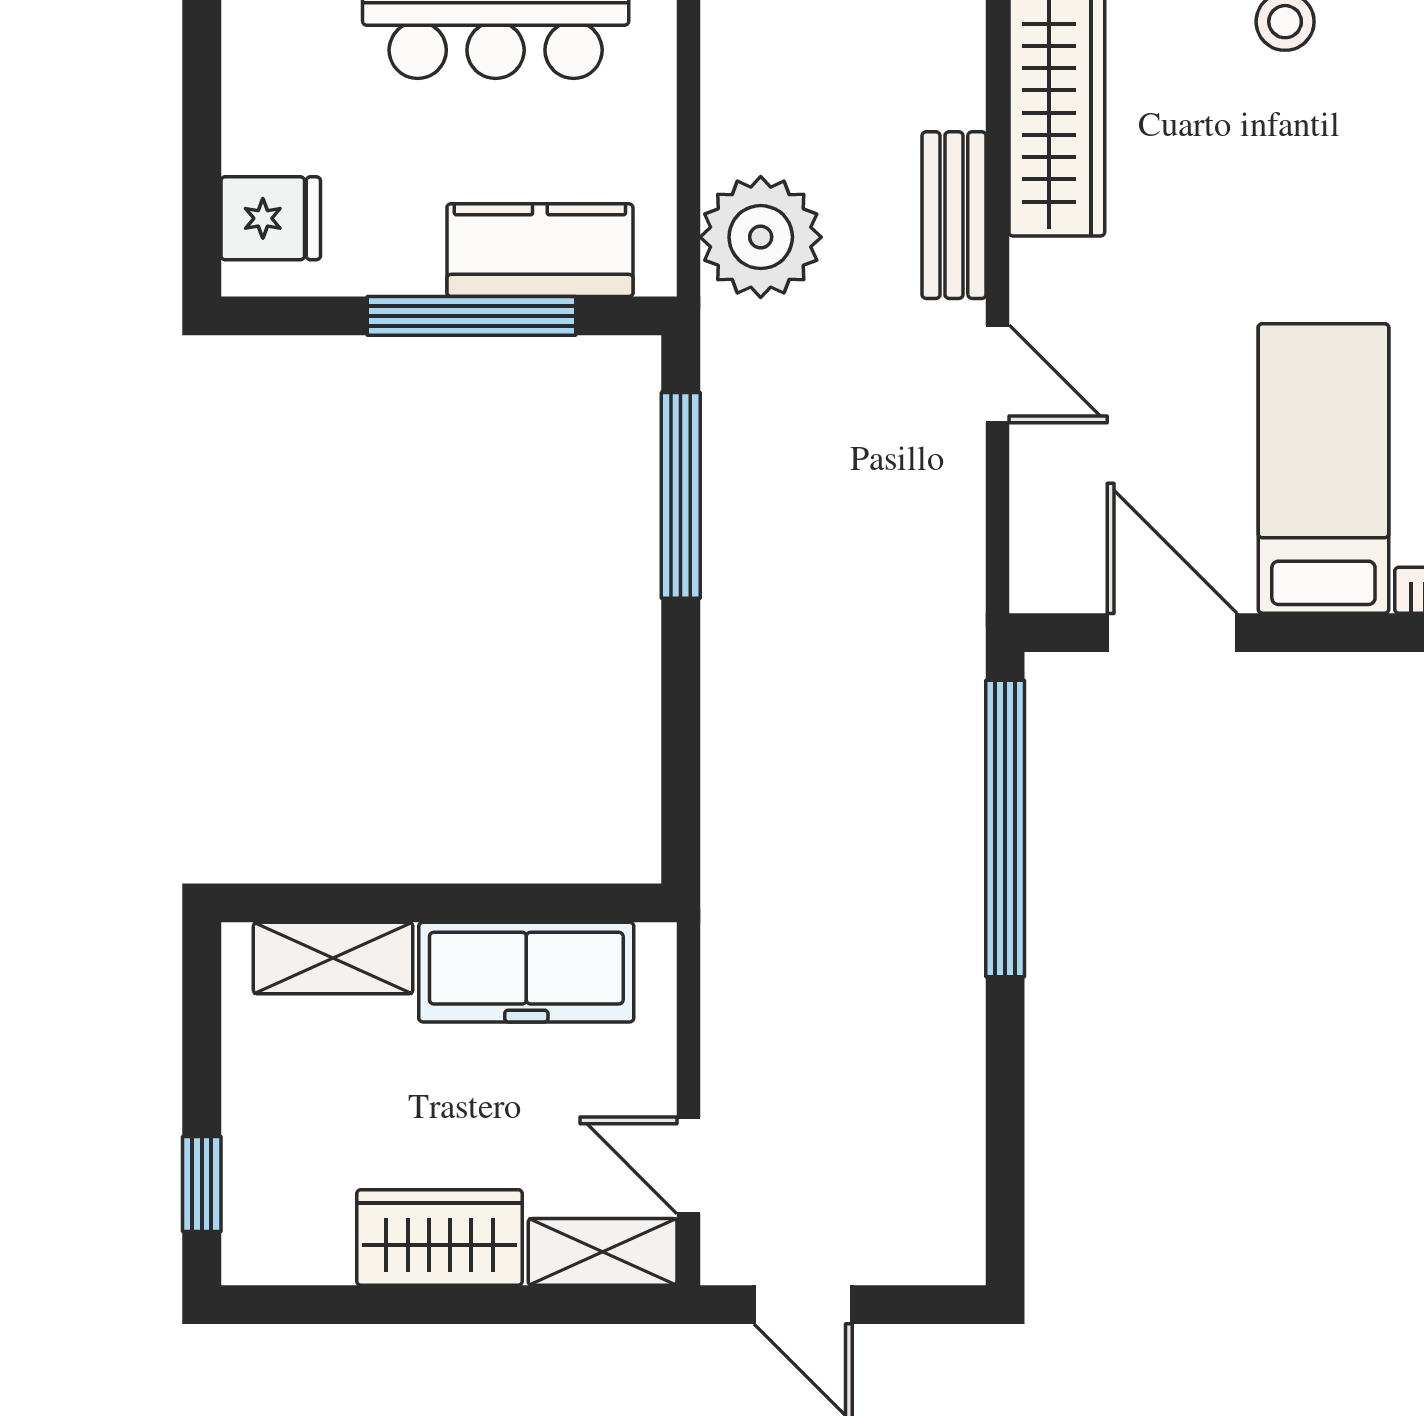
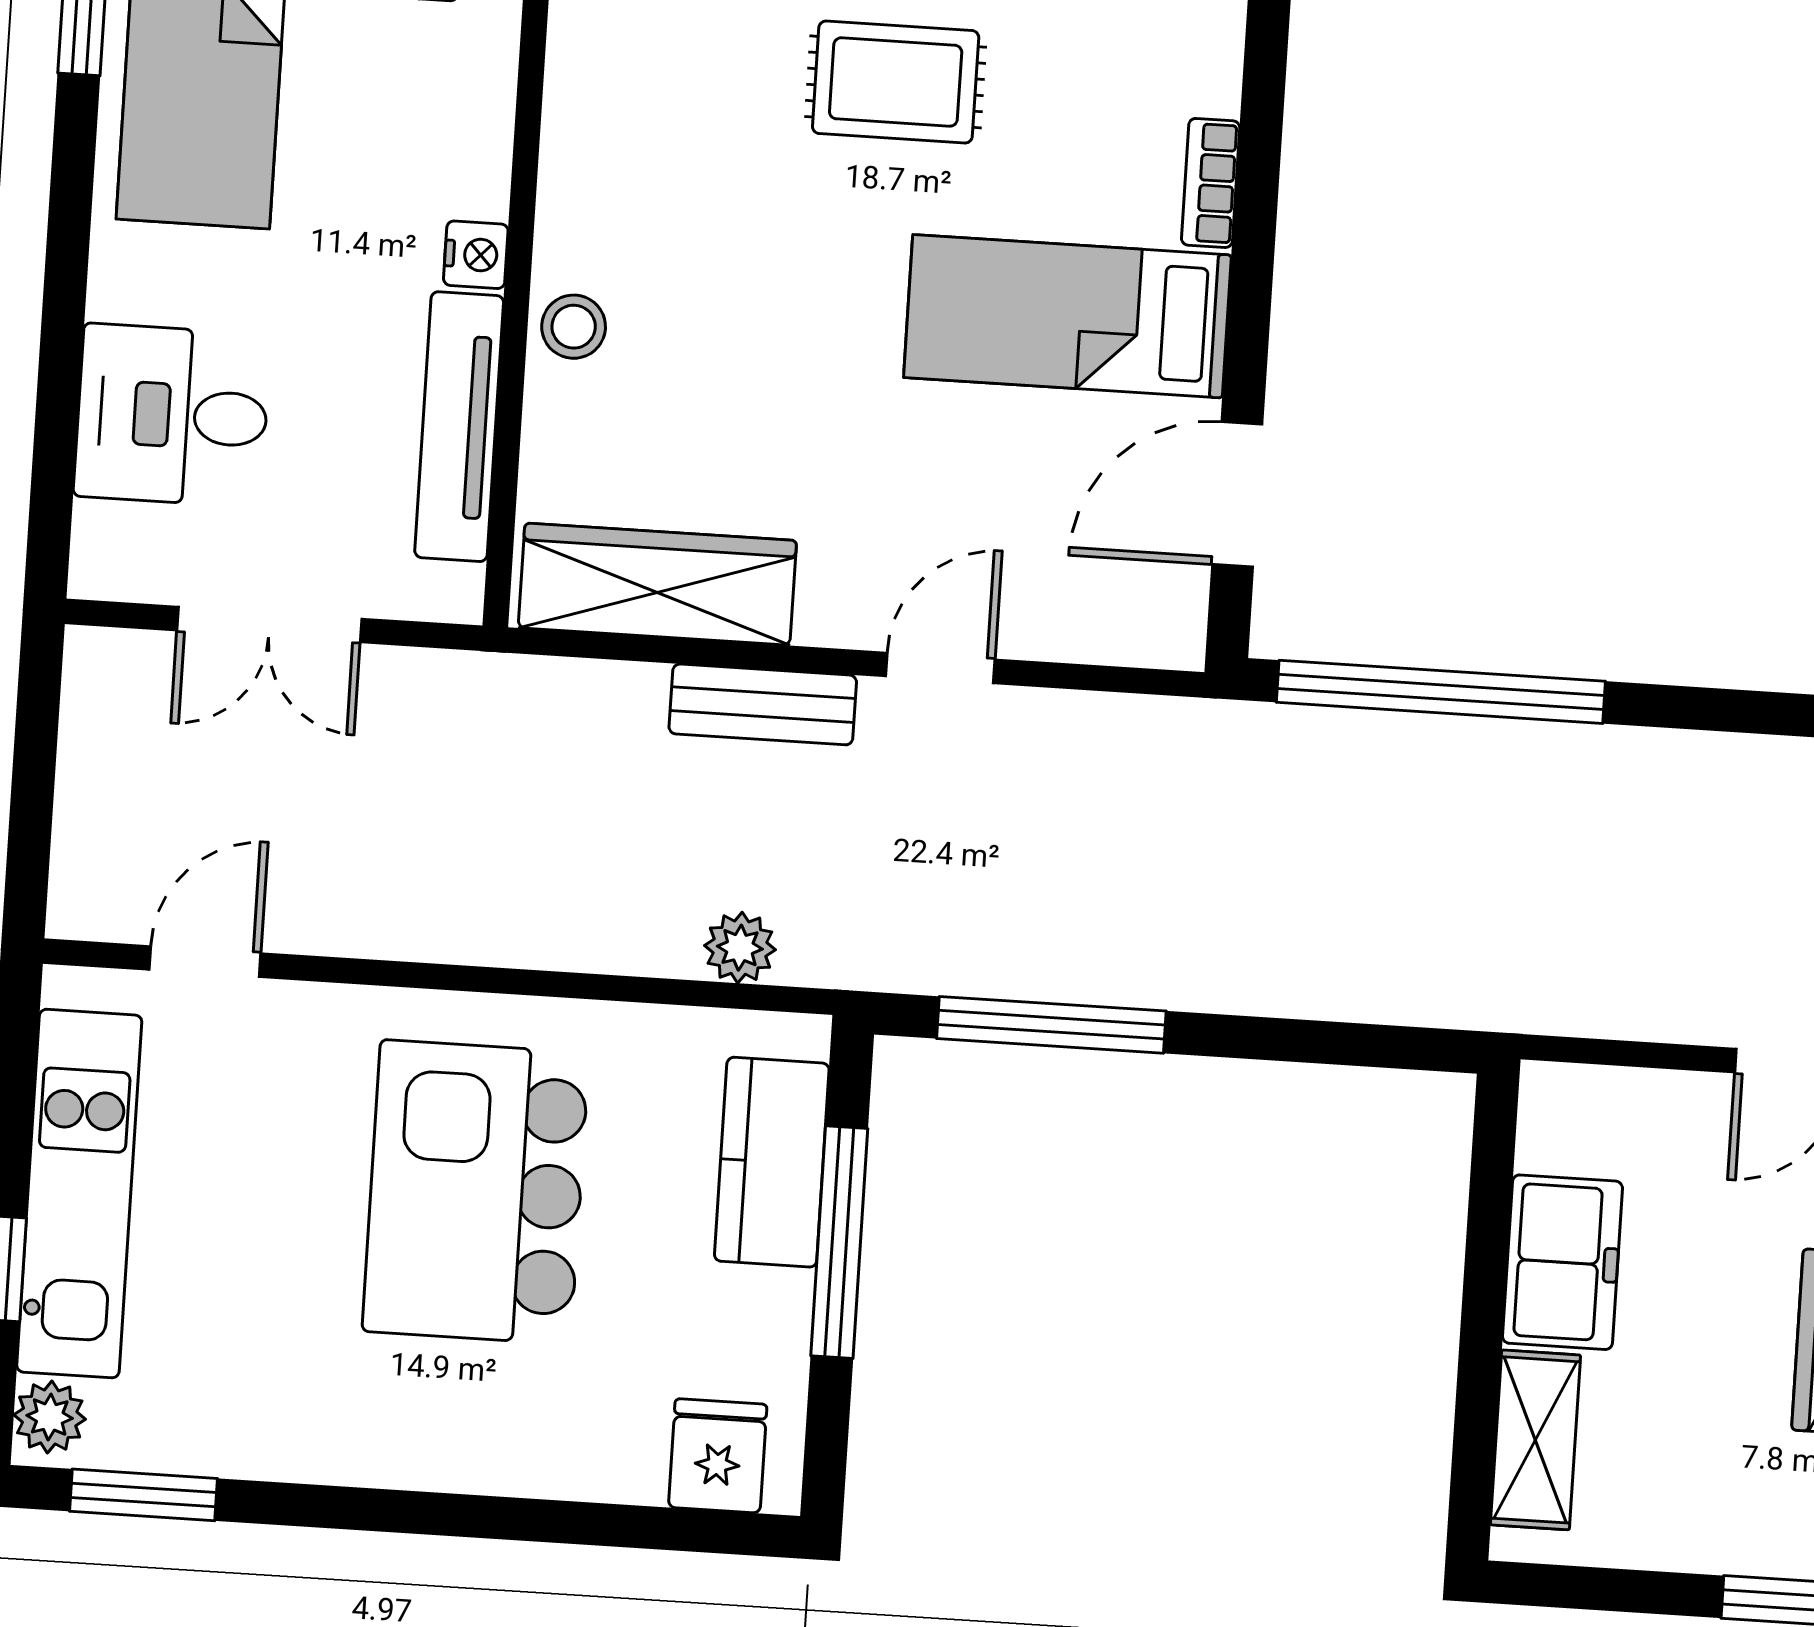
plant: (761, 237) -> (740, 948), width x0.53, depth x0.53
freezer: (526, 972) -> (1562, 1262), width x0.71

